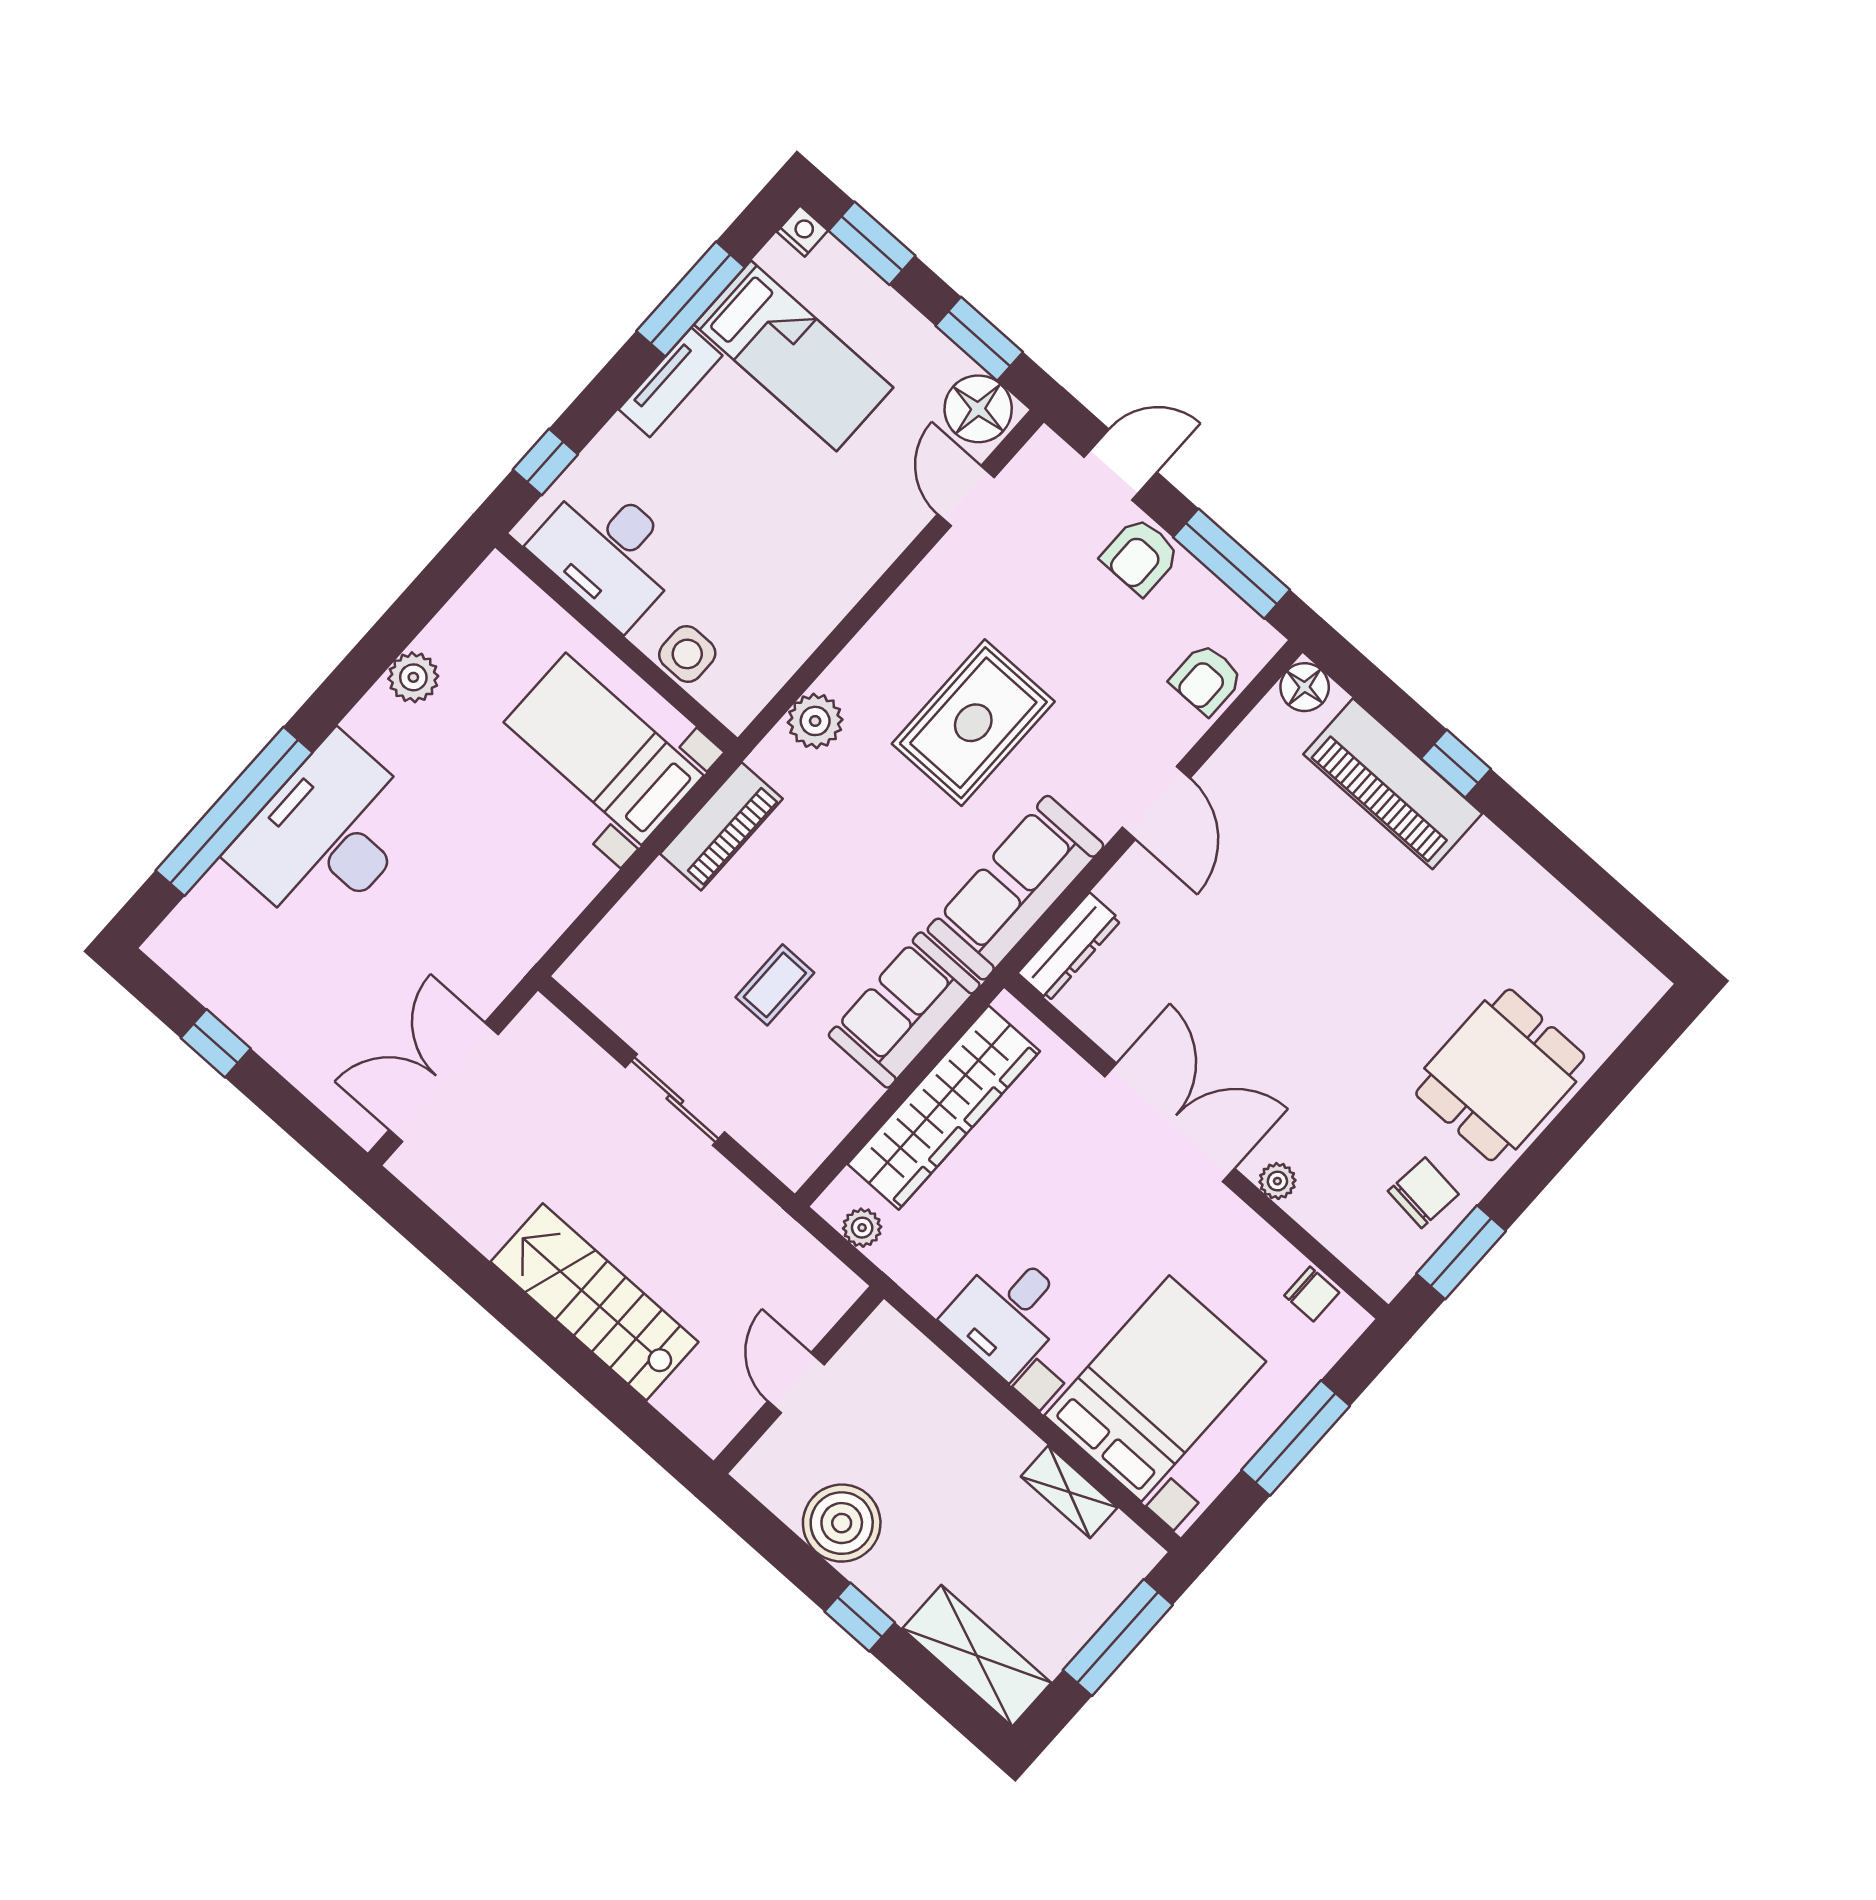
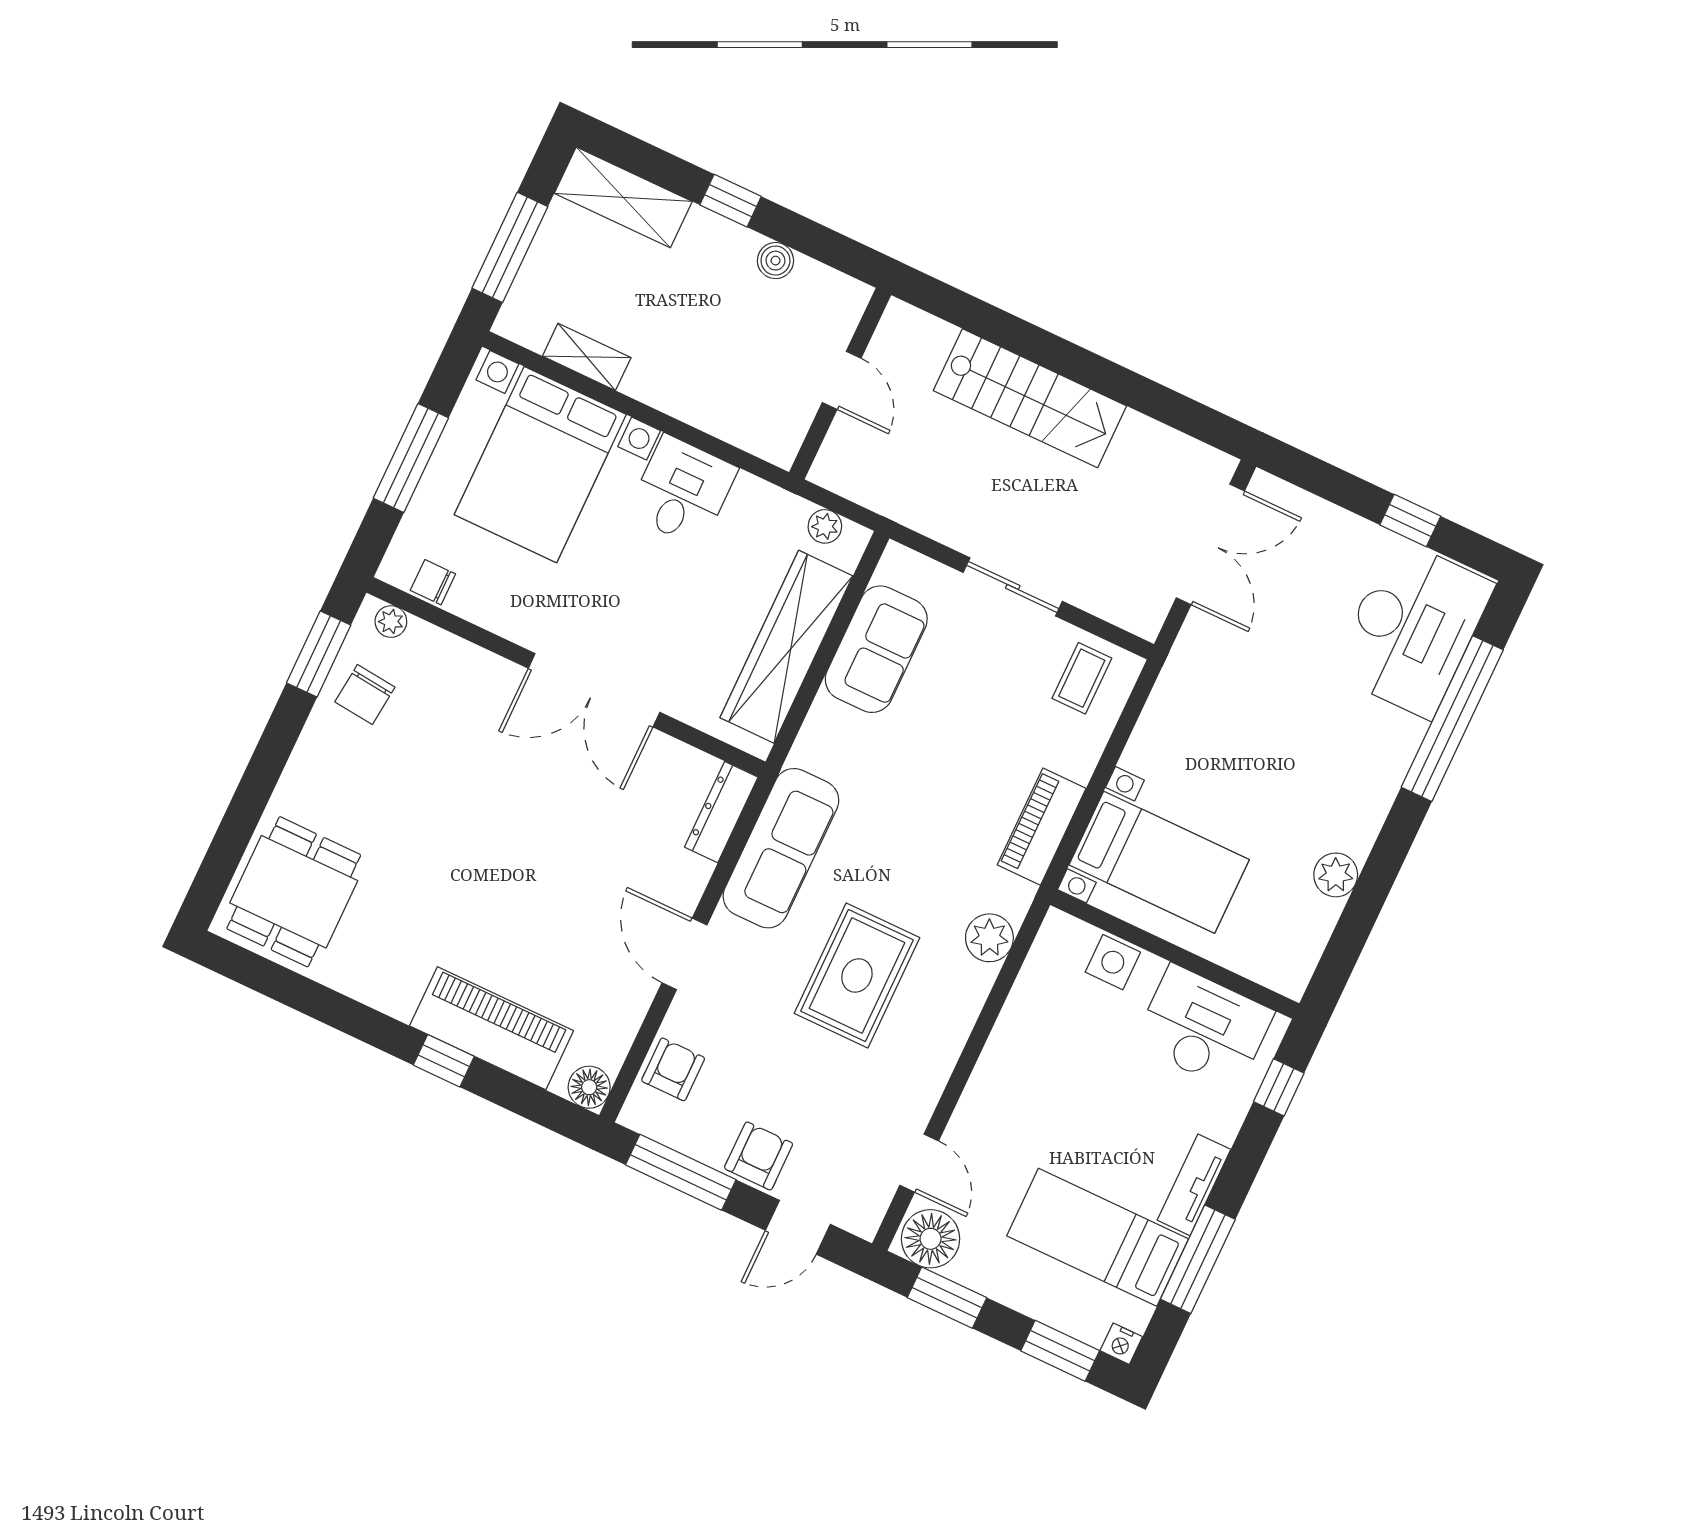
desk: (327, 835) -> (1412, 629), moved
coffee table: (775, 985) -> (1082, 678), moved
sofa: (904, 1010) -> (876, 649), moved
dining table: (1500, 1075) -> (294, 892), moved
plant: (1277, 1181) -> (391, 622), moved
boiler: (842, 1523) -> (775, 261), width x0.54, depth x0.54

